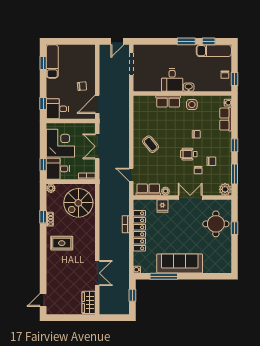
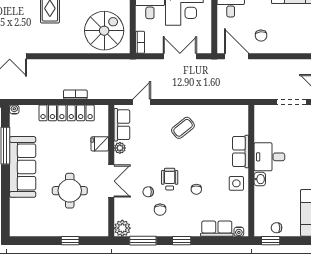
spiral stairs: (78, 203) -> (104, 31), turned 90
round table: (216, 224) -> (70, 191), moved

